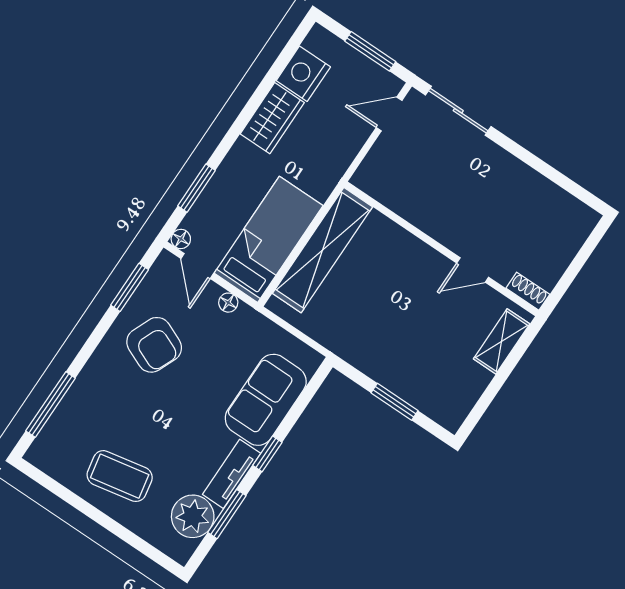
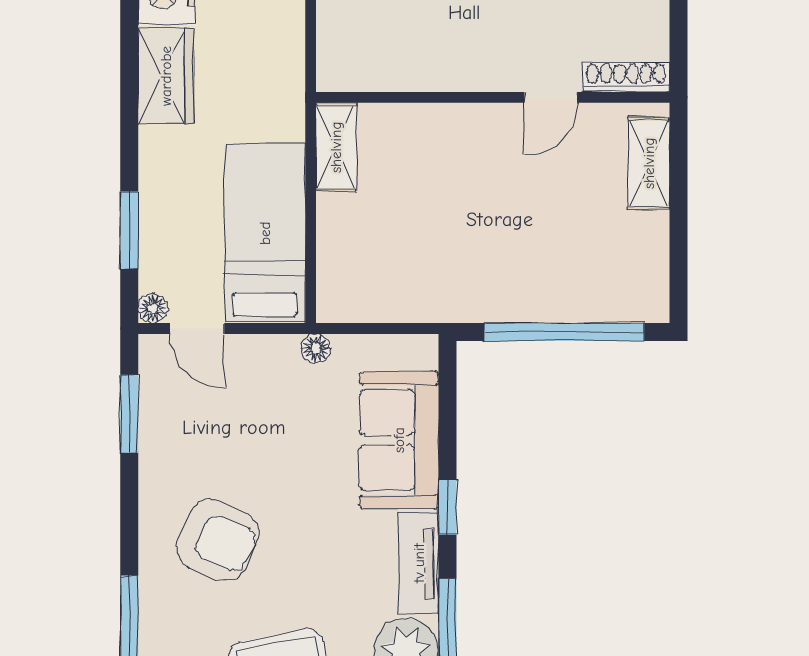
shelving: (323, 250) -> (336, 147), width x0.45, depth x0.75
shoe rack: (528, 291) -> (626, 77), width x1.43
floor lamp: (228, 303) -> (316, 348), moved
armchair: (154, 345) -> (217, 540), moved
window: (394, 402) -> (564, 332), width x2.11

